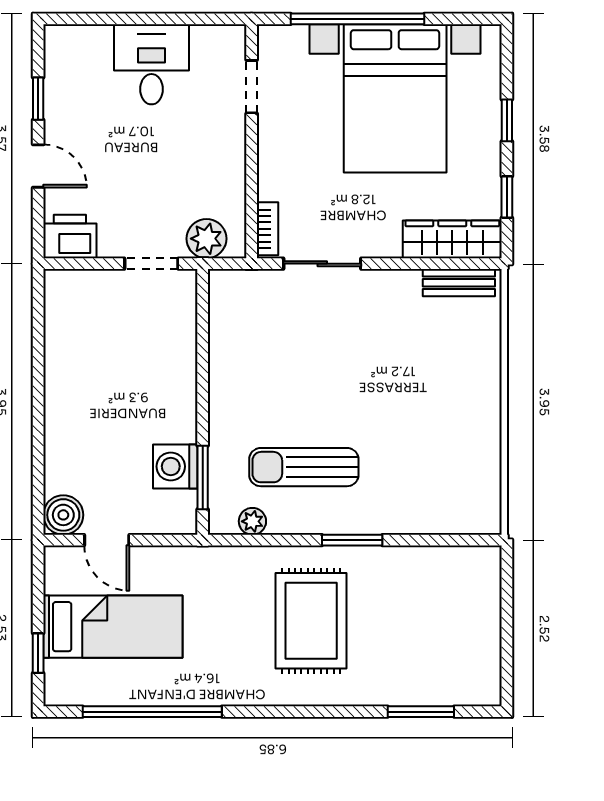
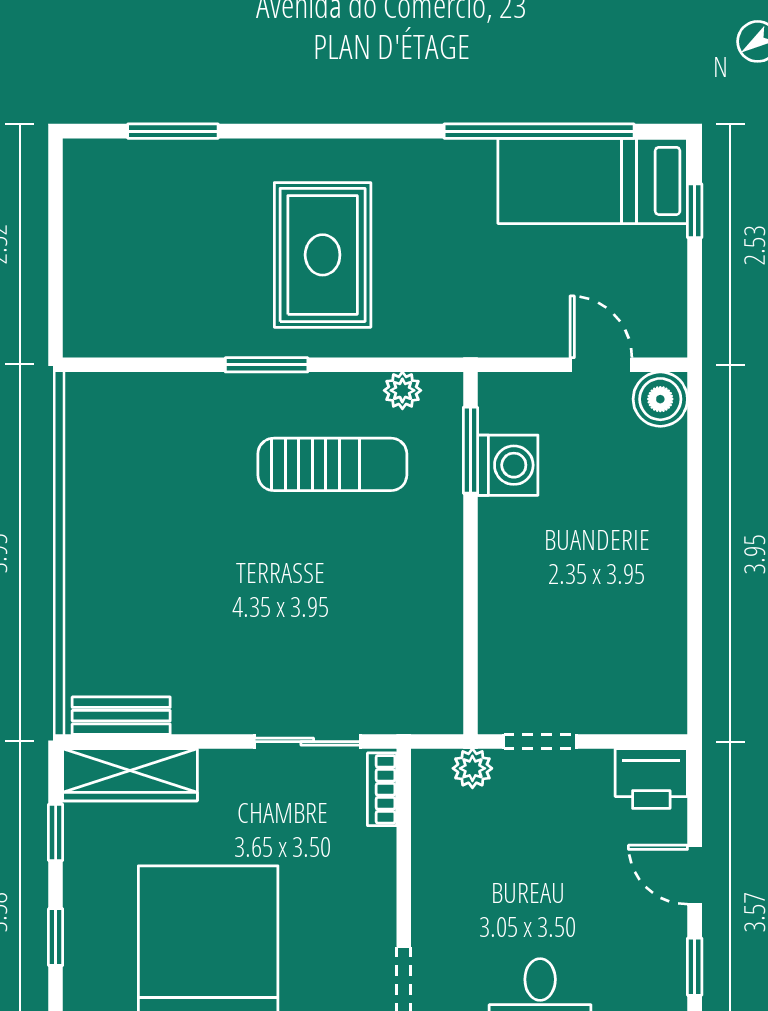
plant: (206, 239) -> (472, 768), width x0.73, depth x0.73
bed: (113, 627) -> (593, 181), moved

